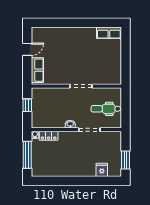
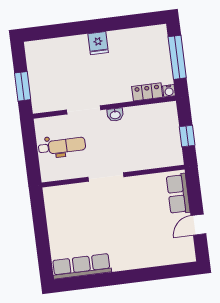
row of seats: (109, 33) -> (82, 266), width x1.48
window: (125, 160) -> (23, 86), moved
fridge: (102, 170) -> (98, 43), moved

